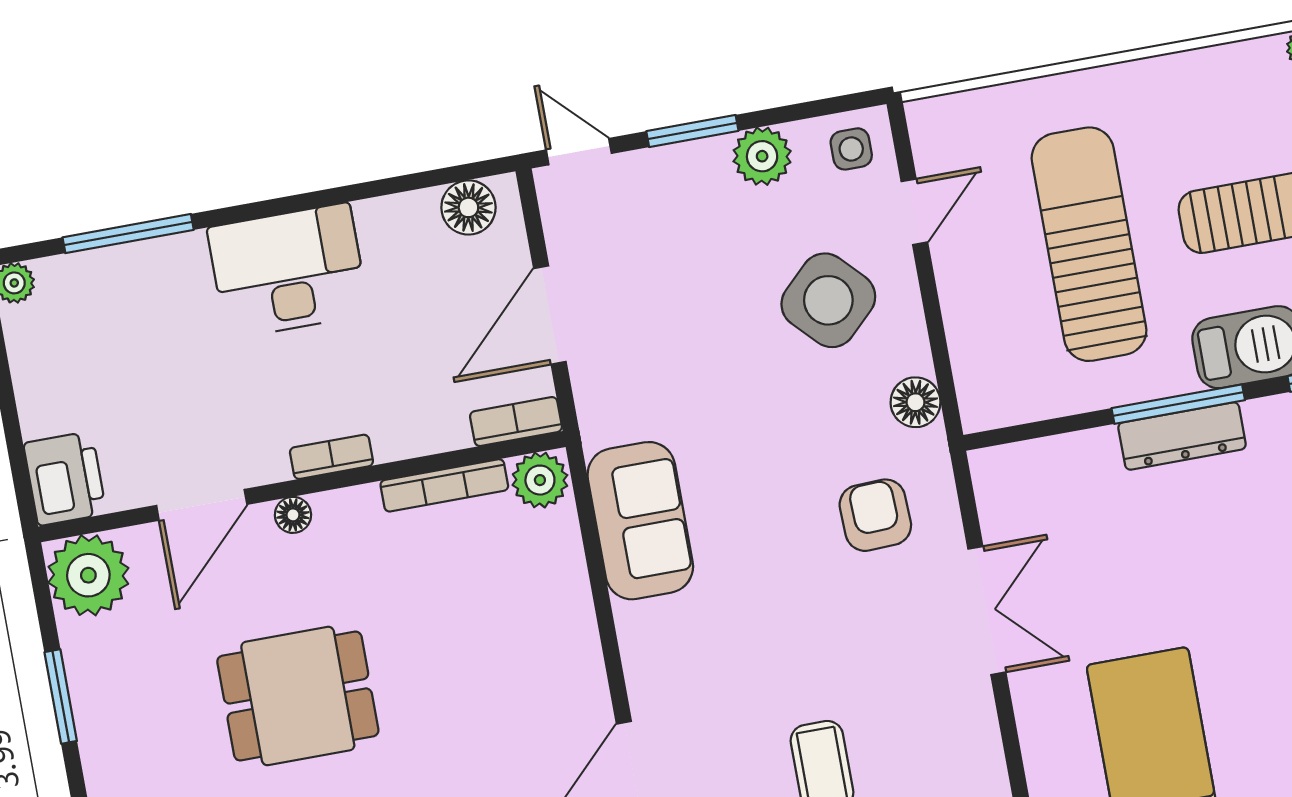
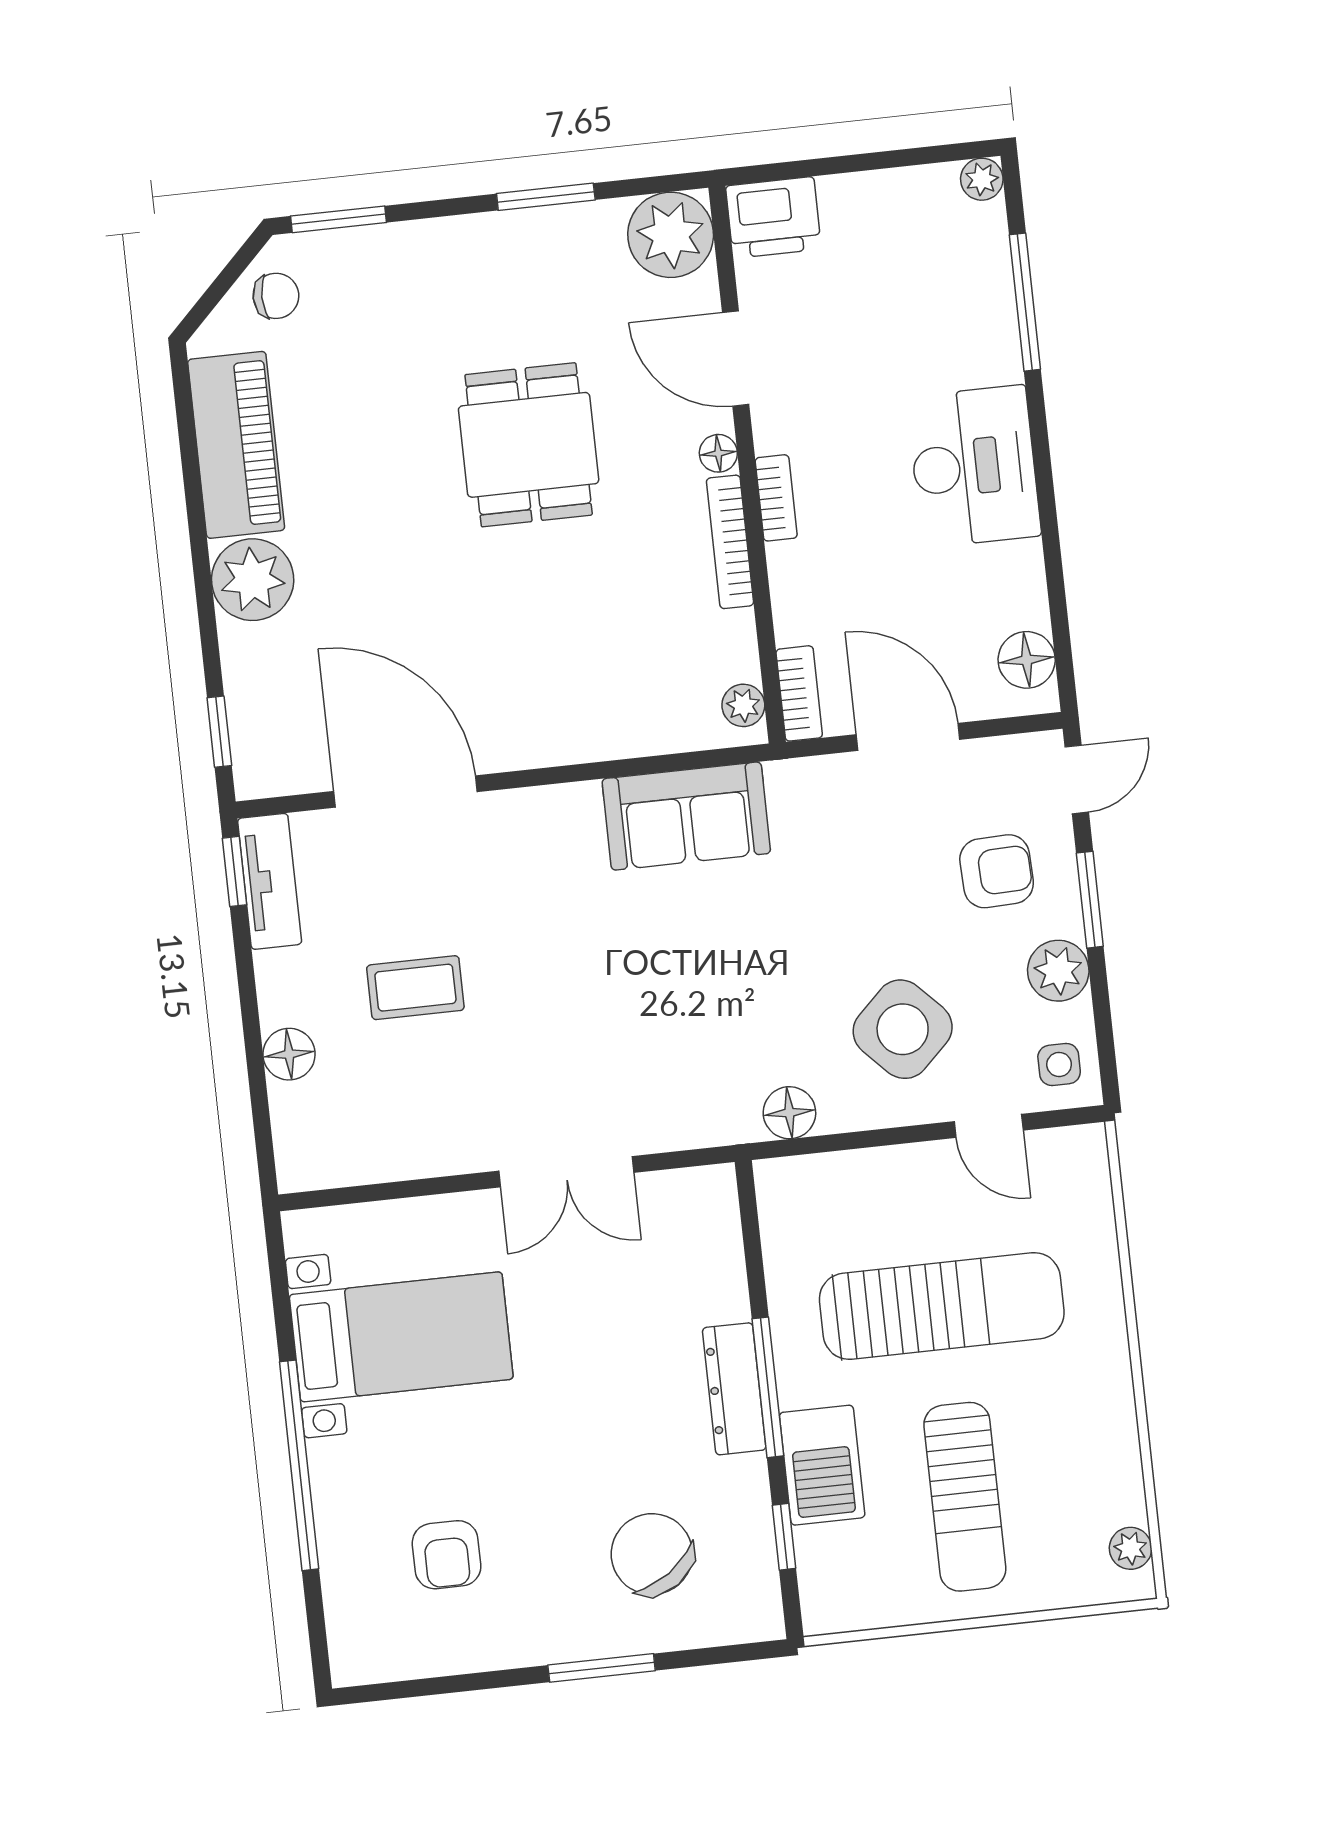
plant: (540, 480) -> (743, 705), width x0.73, depth x0.73
bookcase: (444, 485) -> (730, 542), moved
armchair: (875, 515) -> (997, 871), moved

